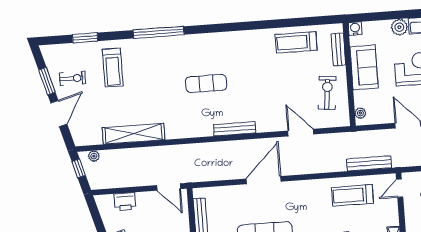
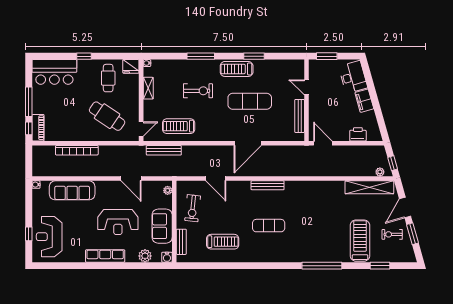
plant: (399, 27) -> (145, 256), moved
treadmill: (296, 42) -> (223, 242), moved
treadmill: (113, 68) -> (360, 241), width x1.37, depth x1.38
exercise mat: (206, 83) -> (269, 226), moved
shelving: (133, 134) -> (369, 187), moved
treadmill: (352, 195) -> (179, 126), turned 180

